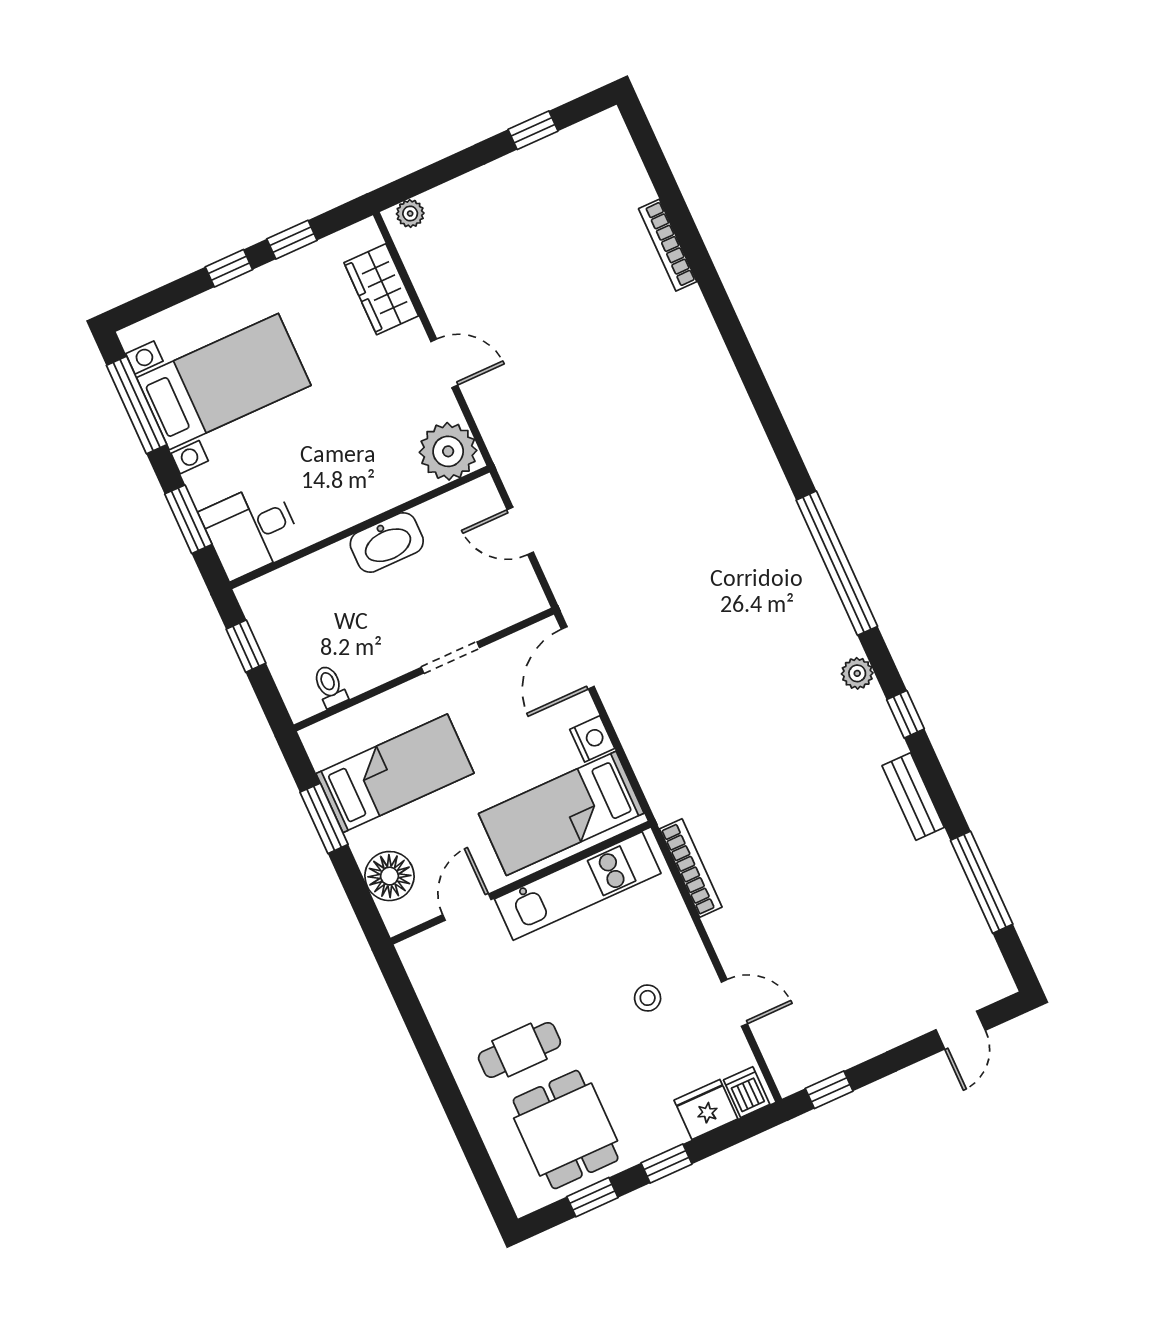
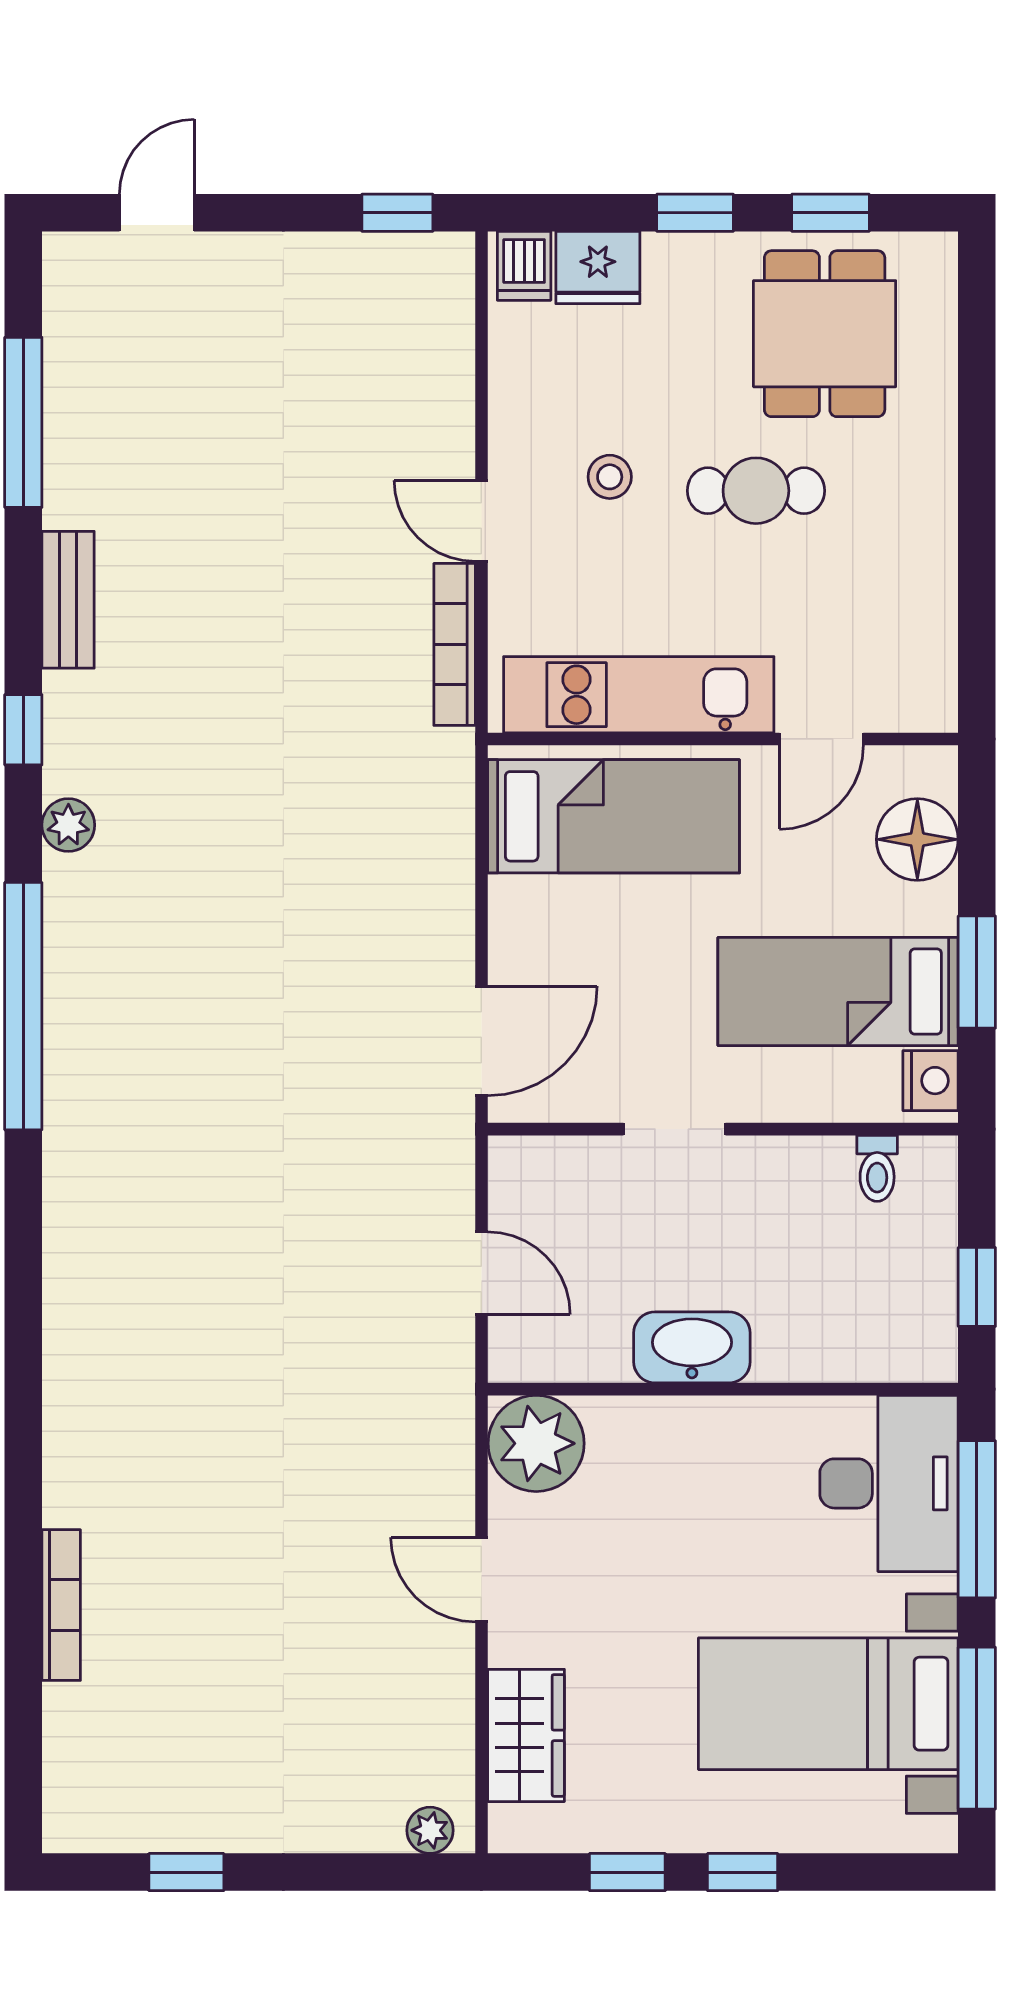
window: (188, 519) -> (977, 1519), width x1.44
desk: (251, 530) -> (889, 1483), width x1.37
nightstand: (592, 739) -> (931, 1081), moved, turned 180
door: (734, 1003) -> (481, 521), moved
cafe table: (519, 1050) -> (756, 491), moved

